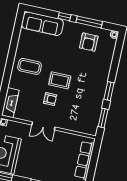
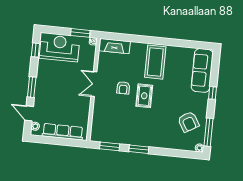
window: (89, 22) -> (208, 132), moved
armchair: (89, 42) -> (188, 122), turned -121
coffee table: (30, 66) -> (155, 62), width x1.36, depth x1.32

